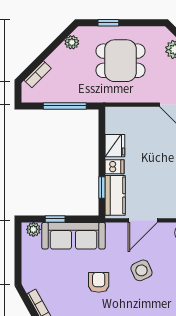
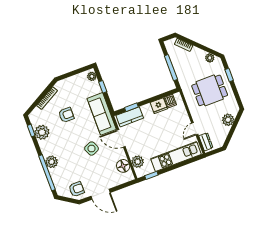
dining table: (121, 61) -> (210, 90), turned 90
dishwasher: (115, 167) -> (170, 101), moved
sofa: (73, 236) -> (102, 114), moved
armchair: (99, 282) -> (66, 115), moved

